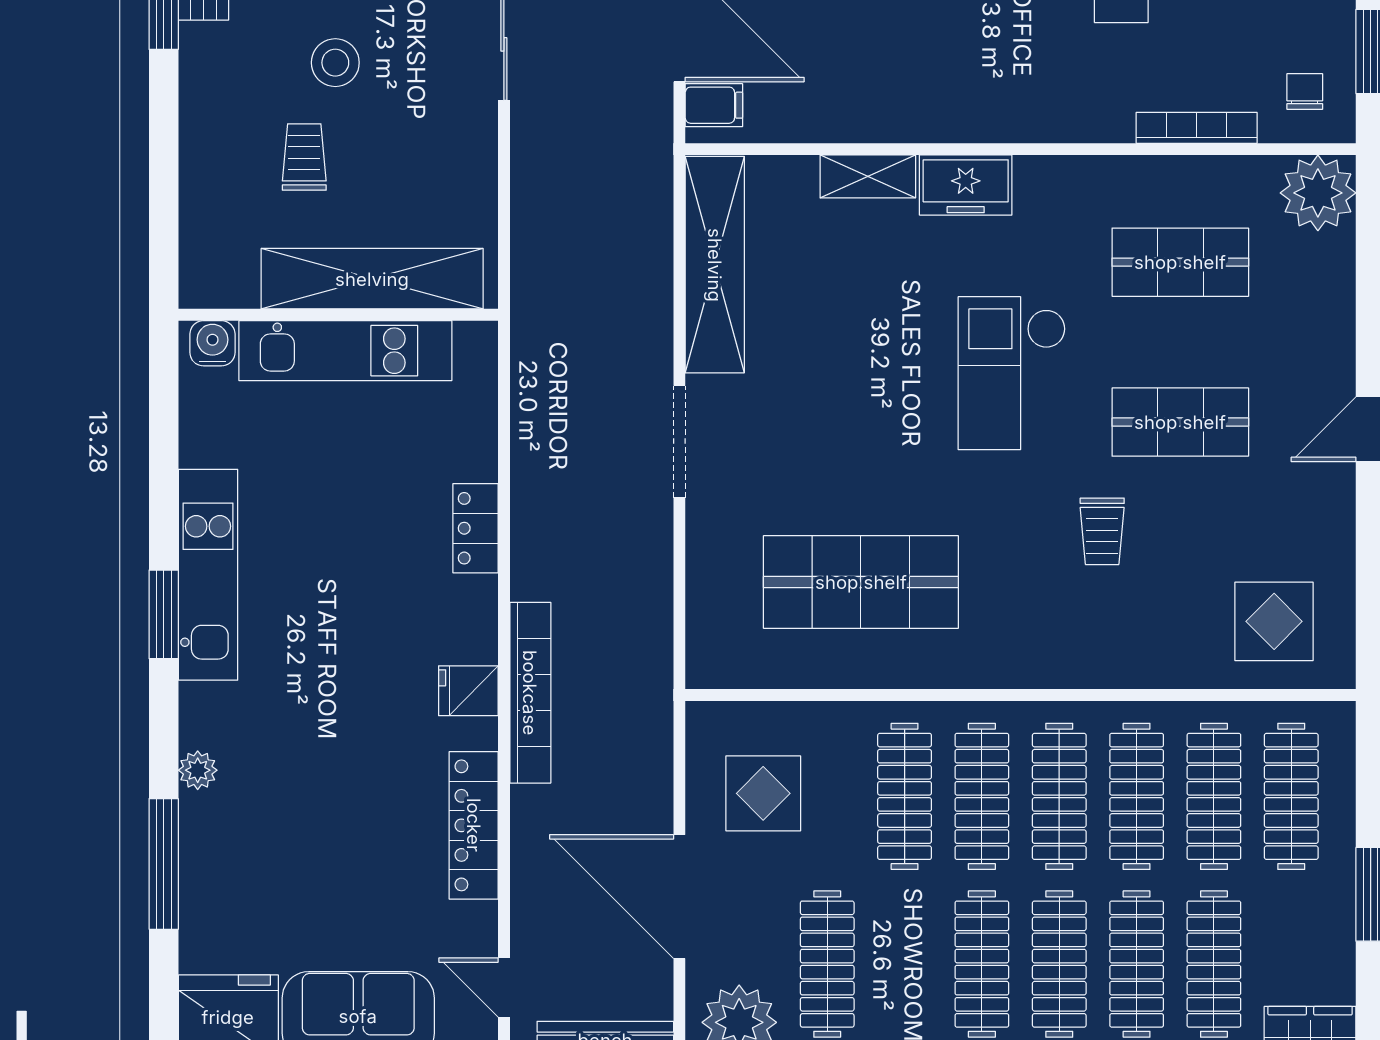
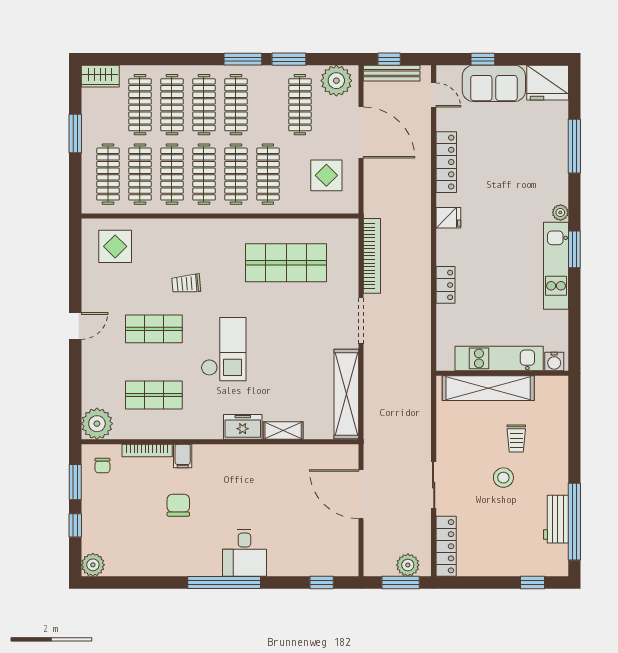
filing cabinet: (714, 105) -> (183, 456), moved, turned -90
trolley: (1102, 531) -> (186, 284), turned -95
bookcase: (530, 693) -> (372, 256), moved, turned 180
plant: (198, 770) -> (560, 212), moved

